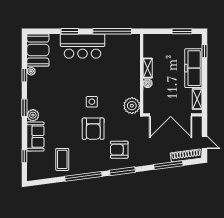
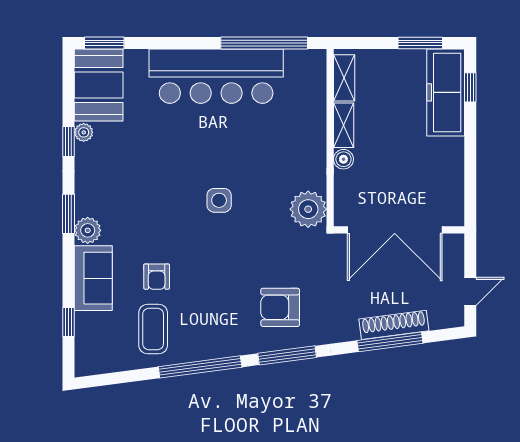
window: (70, 31) -> (104, 43), moved
bar counter: (82, 46) -> (216, 76), width x1.36
freezer: (193, 68) -> (446, 92), moved
shelving: (197, 99) -> (344, 78), moved
armchair: (93, 129) -> (157, 277), moved, width x0.53, depth x0.53
door: (204, 142) -> (470, 291), hinge flipped
shoe rack: (186, 155) -> (394, 325), moved

